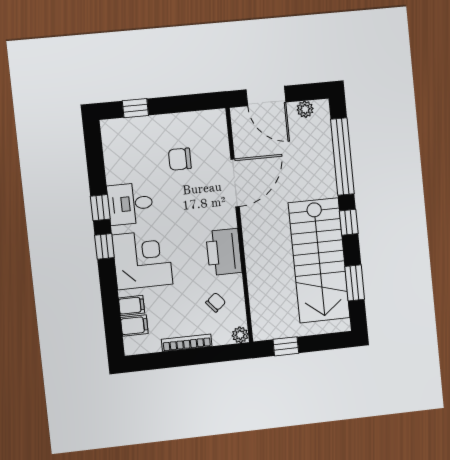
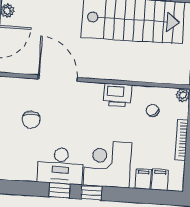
desk: (130, 204) -> (60, 166), width x1.37
printer: (224, 252) -> (118, 95), width x0.73, depth x0.84

